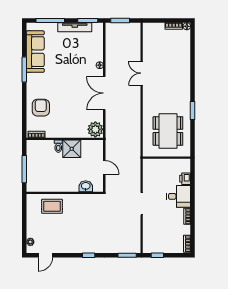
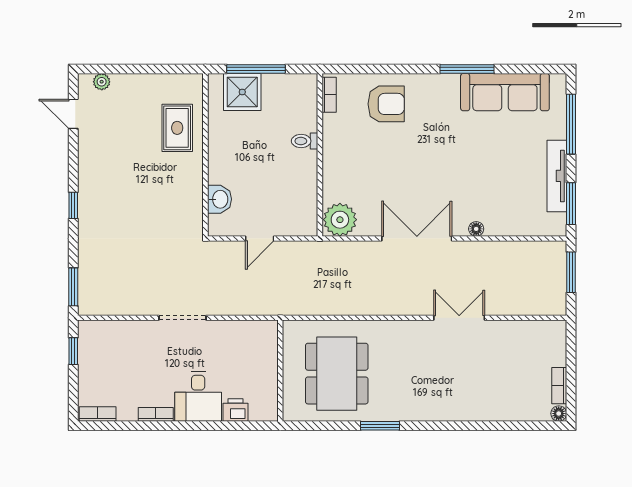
dining table: (168, 131) -> (337, 374), turned 90
shower: (72, 149) -> (242, 92), moved

